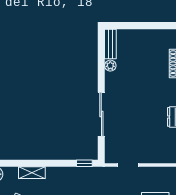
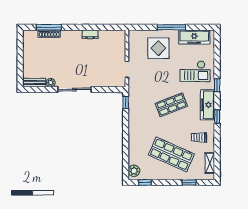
sliding door: (101, 114) -> (74, 89), moved
shelving: (32, 173) -> (133, 143), removed

